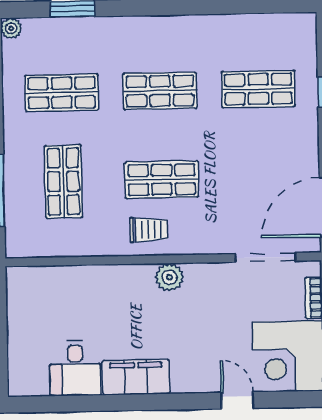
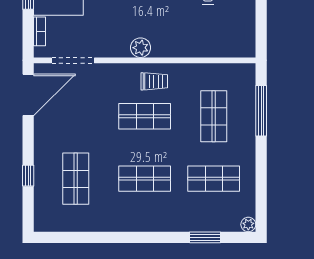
shop shelf: (258, 89) -> (76, 179), turned 90
trolley: (149, 230) -> (154, 81), turned 180

